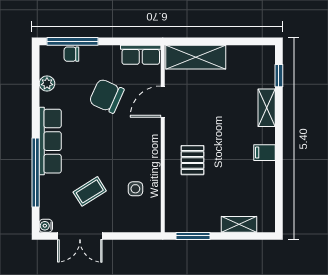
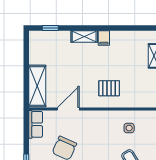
door: (163, 102) -> (68, 109), swing flipped
shelving: (267, 108) -> (84, 37), moved

